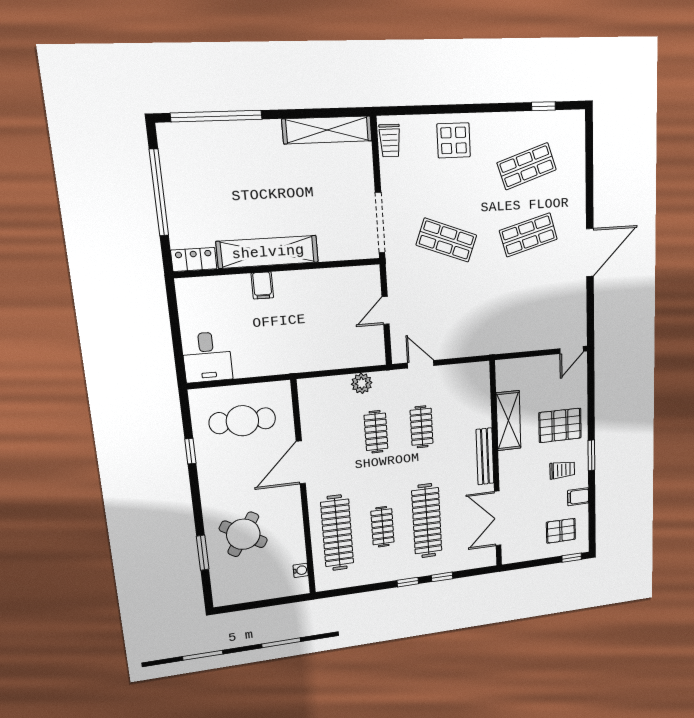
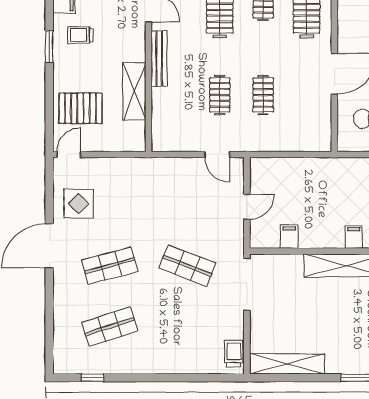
display table: (454, 140) -> (79, 204), moved
filing cabinet: (336, 281) -> (289, 237), added
plant: (362, 383) -> (273, 142), removed
pallet: (560, 425) -> (80, 108), moved

